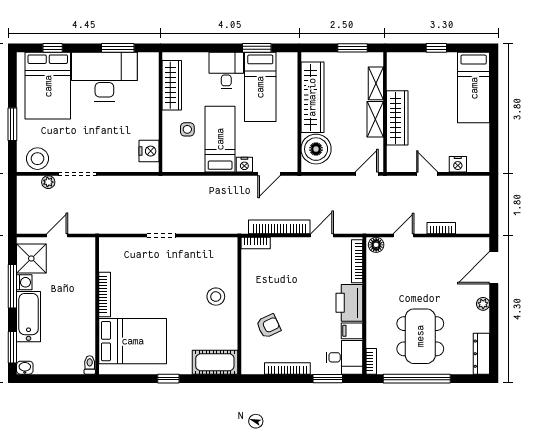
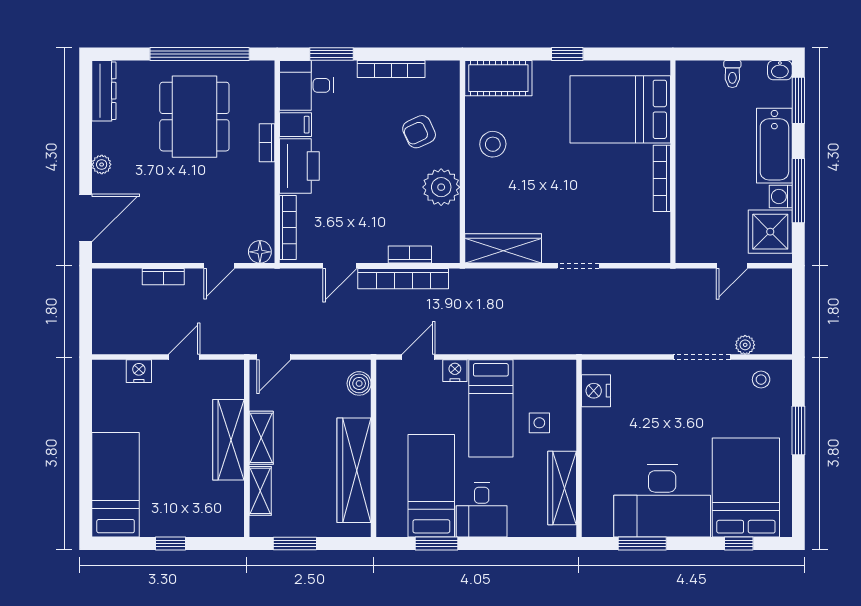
boiler: (316, 149) -> (359, 383), width x0.54, depth x0.54
stool: (38, 159) -> (761, 380), width x0.53, depth x0.53
door: (427, 174) -> (184, 357), swing flipped
bookcase: (256, 243) -> (410, 255), moved
wardrobe: (212, 247) -> (503, 248), added
plant: (254, 289) -> (441, 187), added
stool: (216, 297) -> (493, 144), moved
bookcase: (371, 361) -> (267, 143), moved
toilet: (90, 365) -> (732, 74), moved

